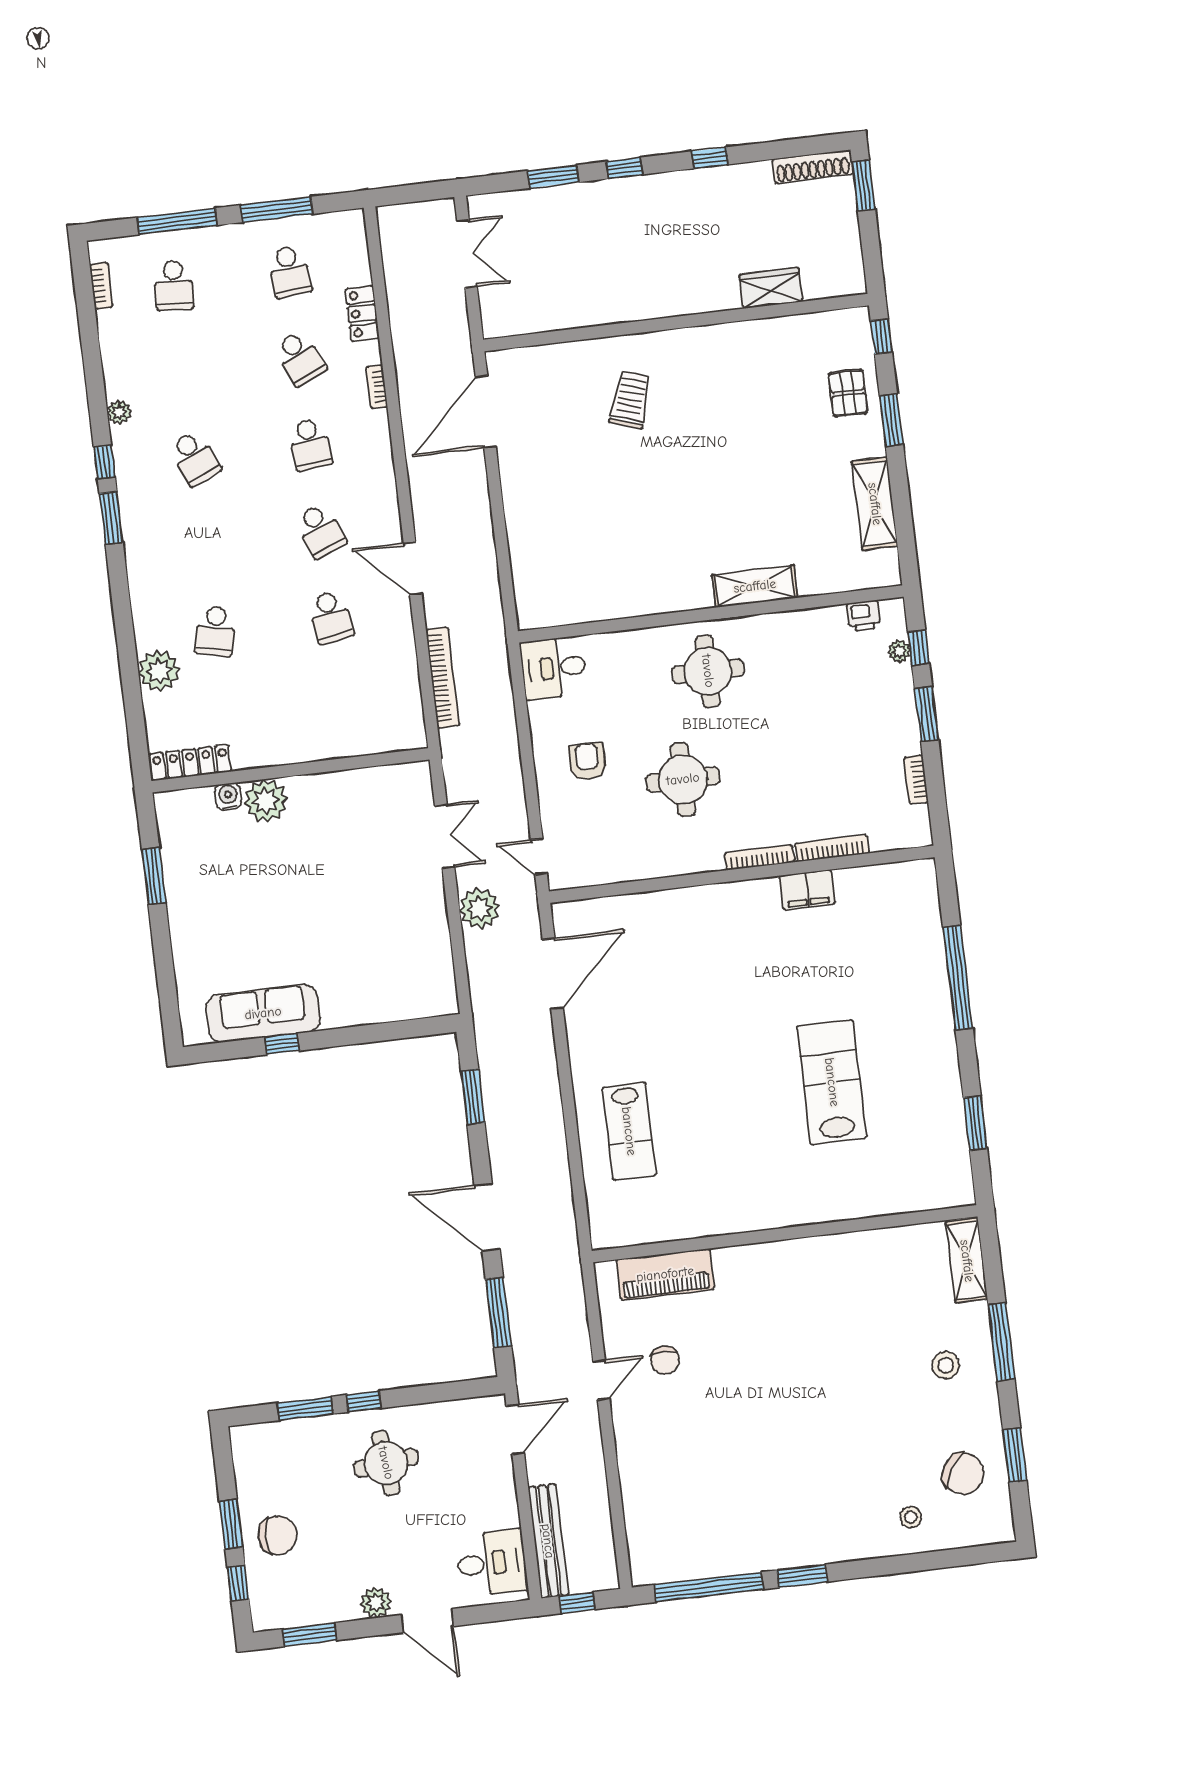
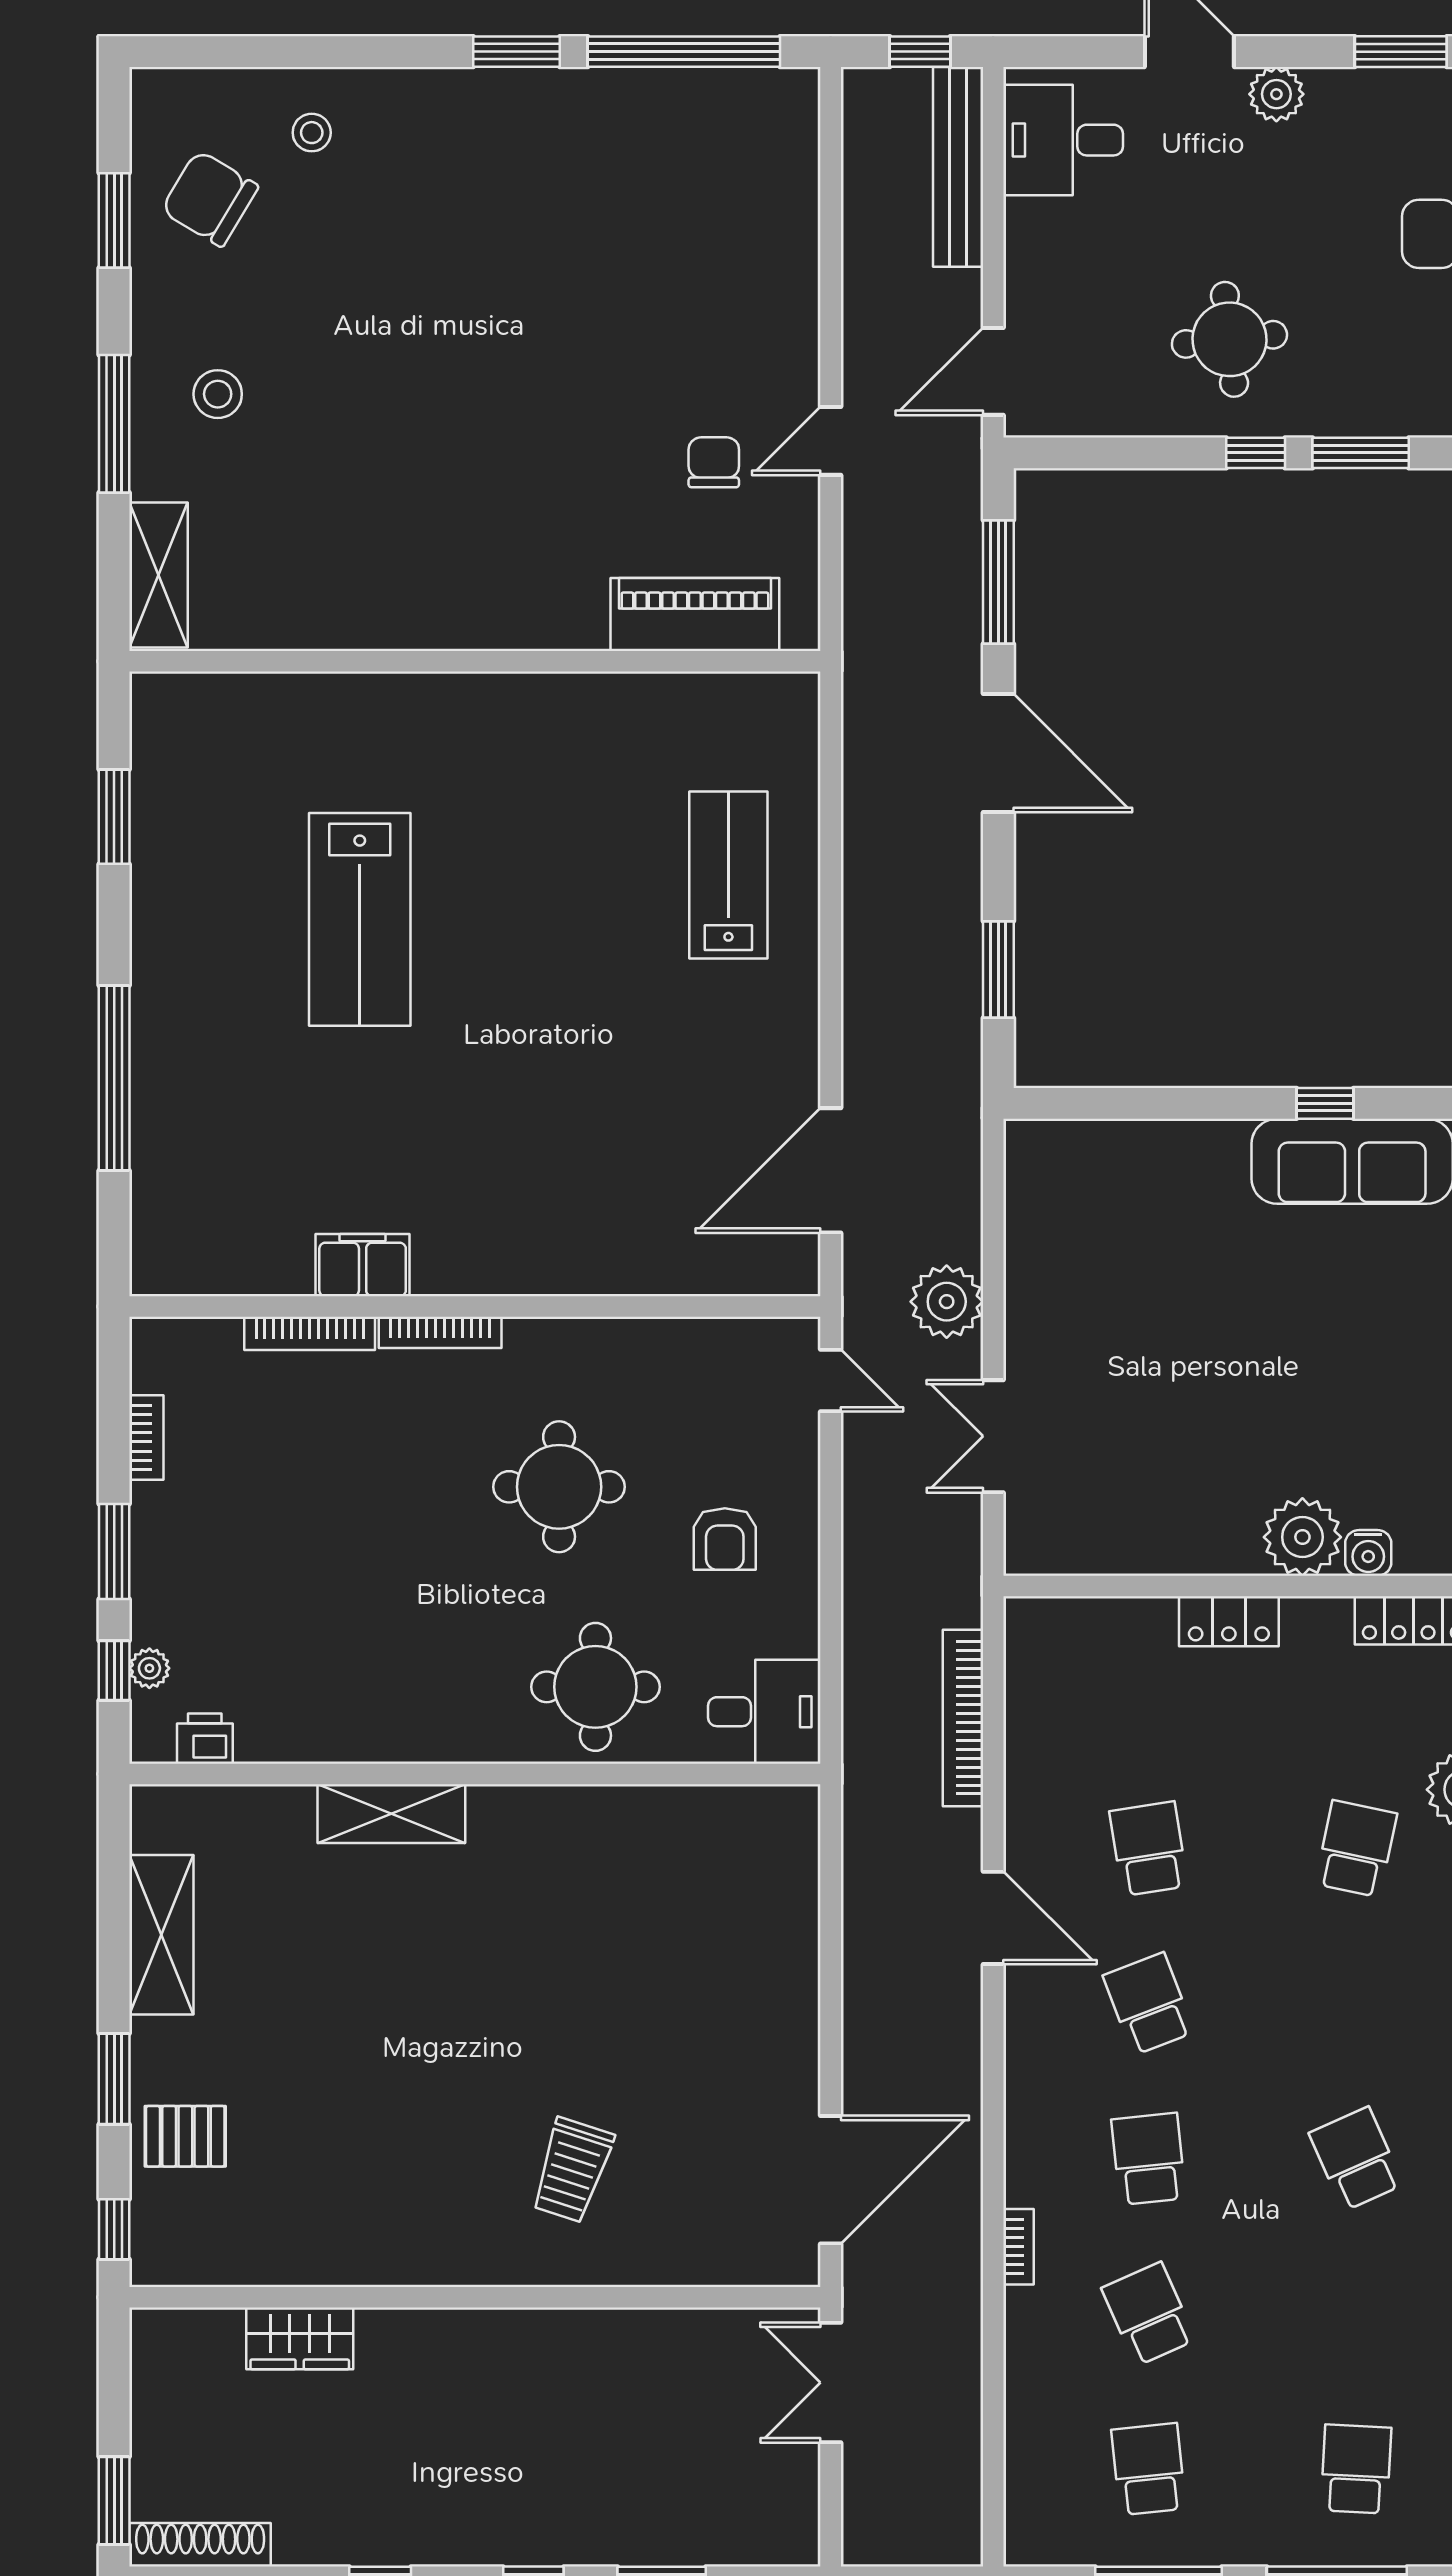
double door: (467, 254) -> (831, 2383), moved
locker: (362, 314) -> (1229, 1621), moved, turned 90
pallet: (848, 393) -> (185, 2136), turned 90
round table: (708, 671) -> (595, 1687), moved

